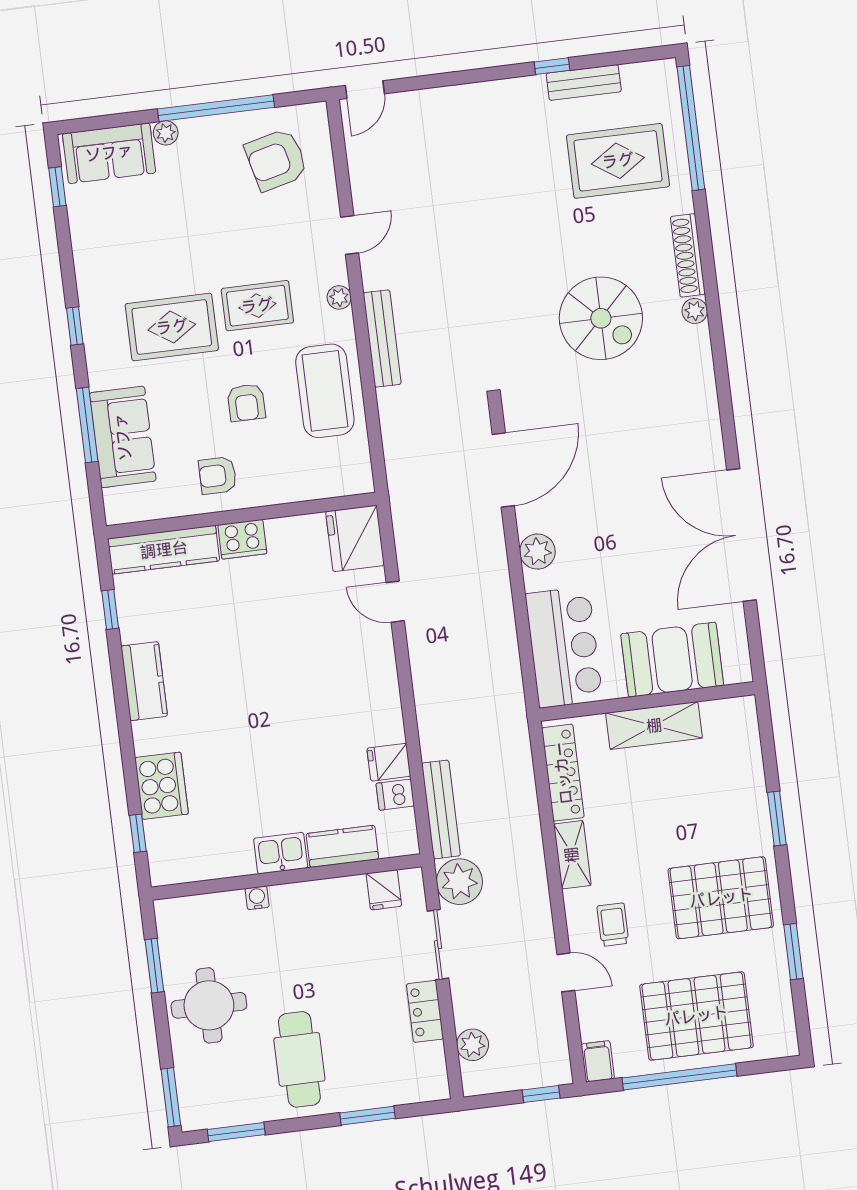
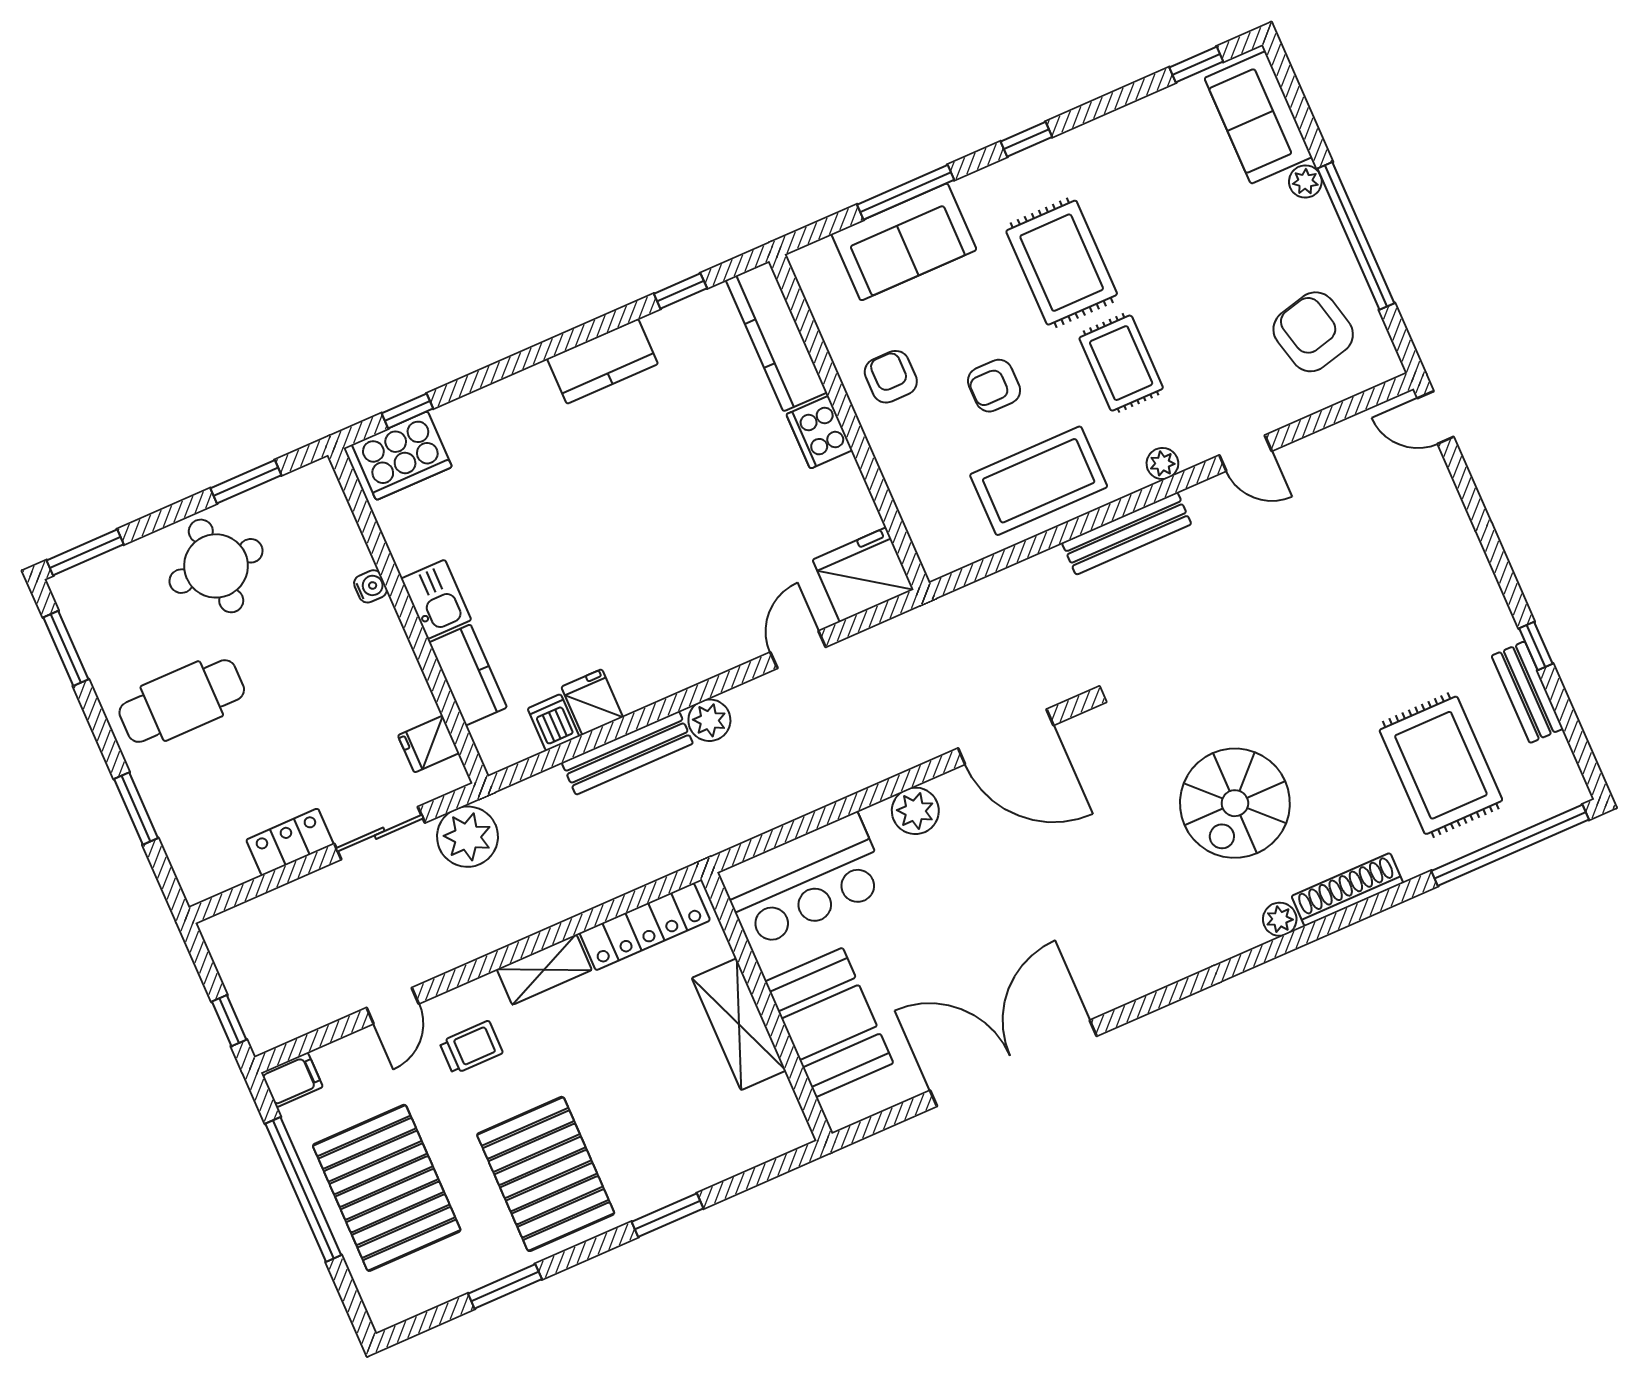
cooker: (162, 786) -> (402, 456), moved
bench: (441, 809) -> (627, 753), moved
plant: (473, 1045) -> (709, 720), moved

